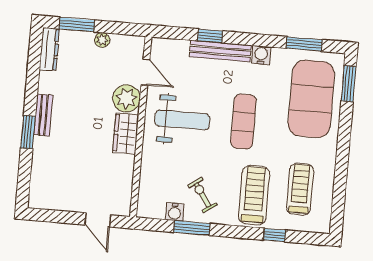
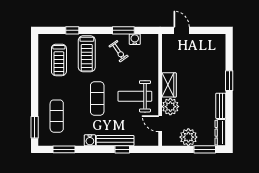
plant: (102, 40) -> (188, 137), width x1.88, depth x1.88
exercise mat: (311, 99) -> (57, 116), width x0.50, depth x0.69
bench: (43, 115) -> (221, 106), moved

